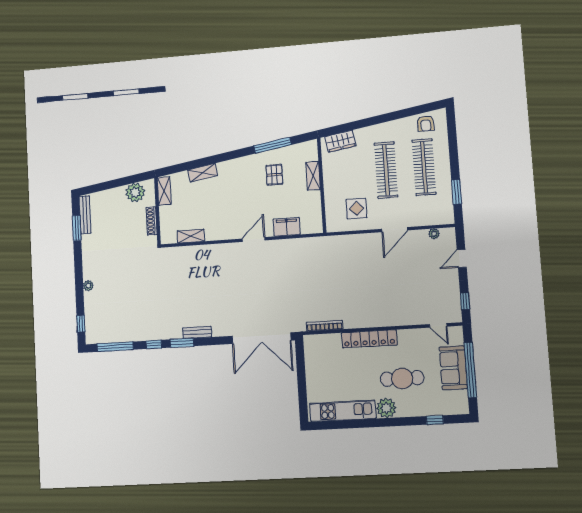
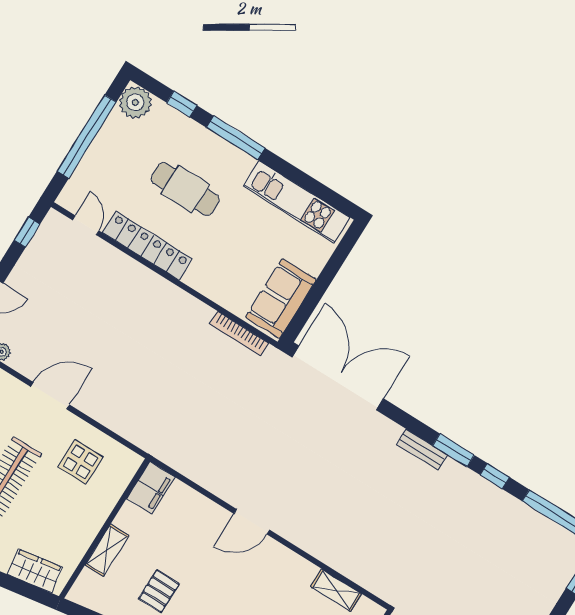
filing cabinet: (287, 227) -> (151, 488), moved, turned -90
locker: (369, 339) -> (147, 246), moved
sofa: (453, 368) -> (281, 298), moved, turned 180
plant: (386, 408) -> (135, 102), moved
window: (396, 422) -> (236, 138), added

